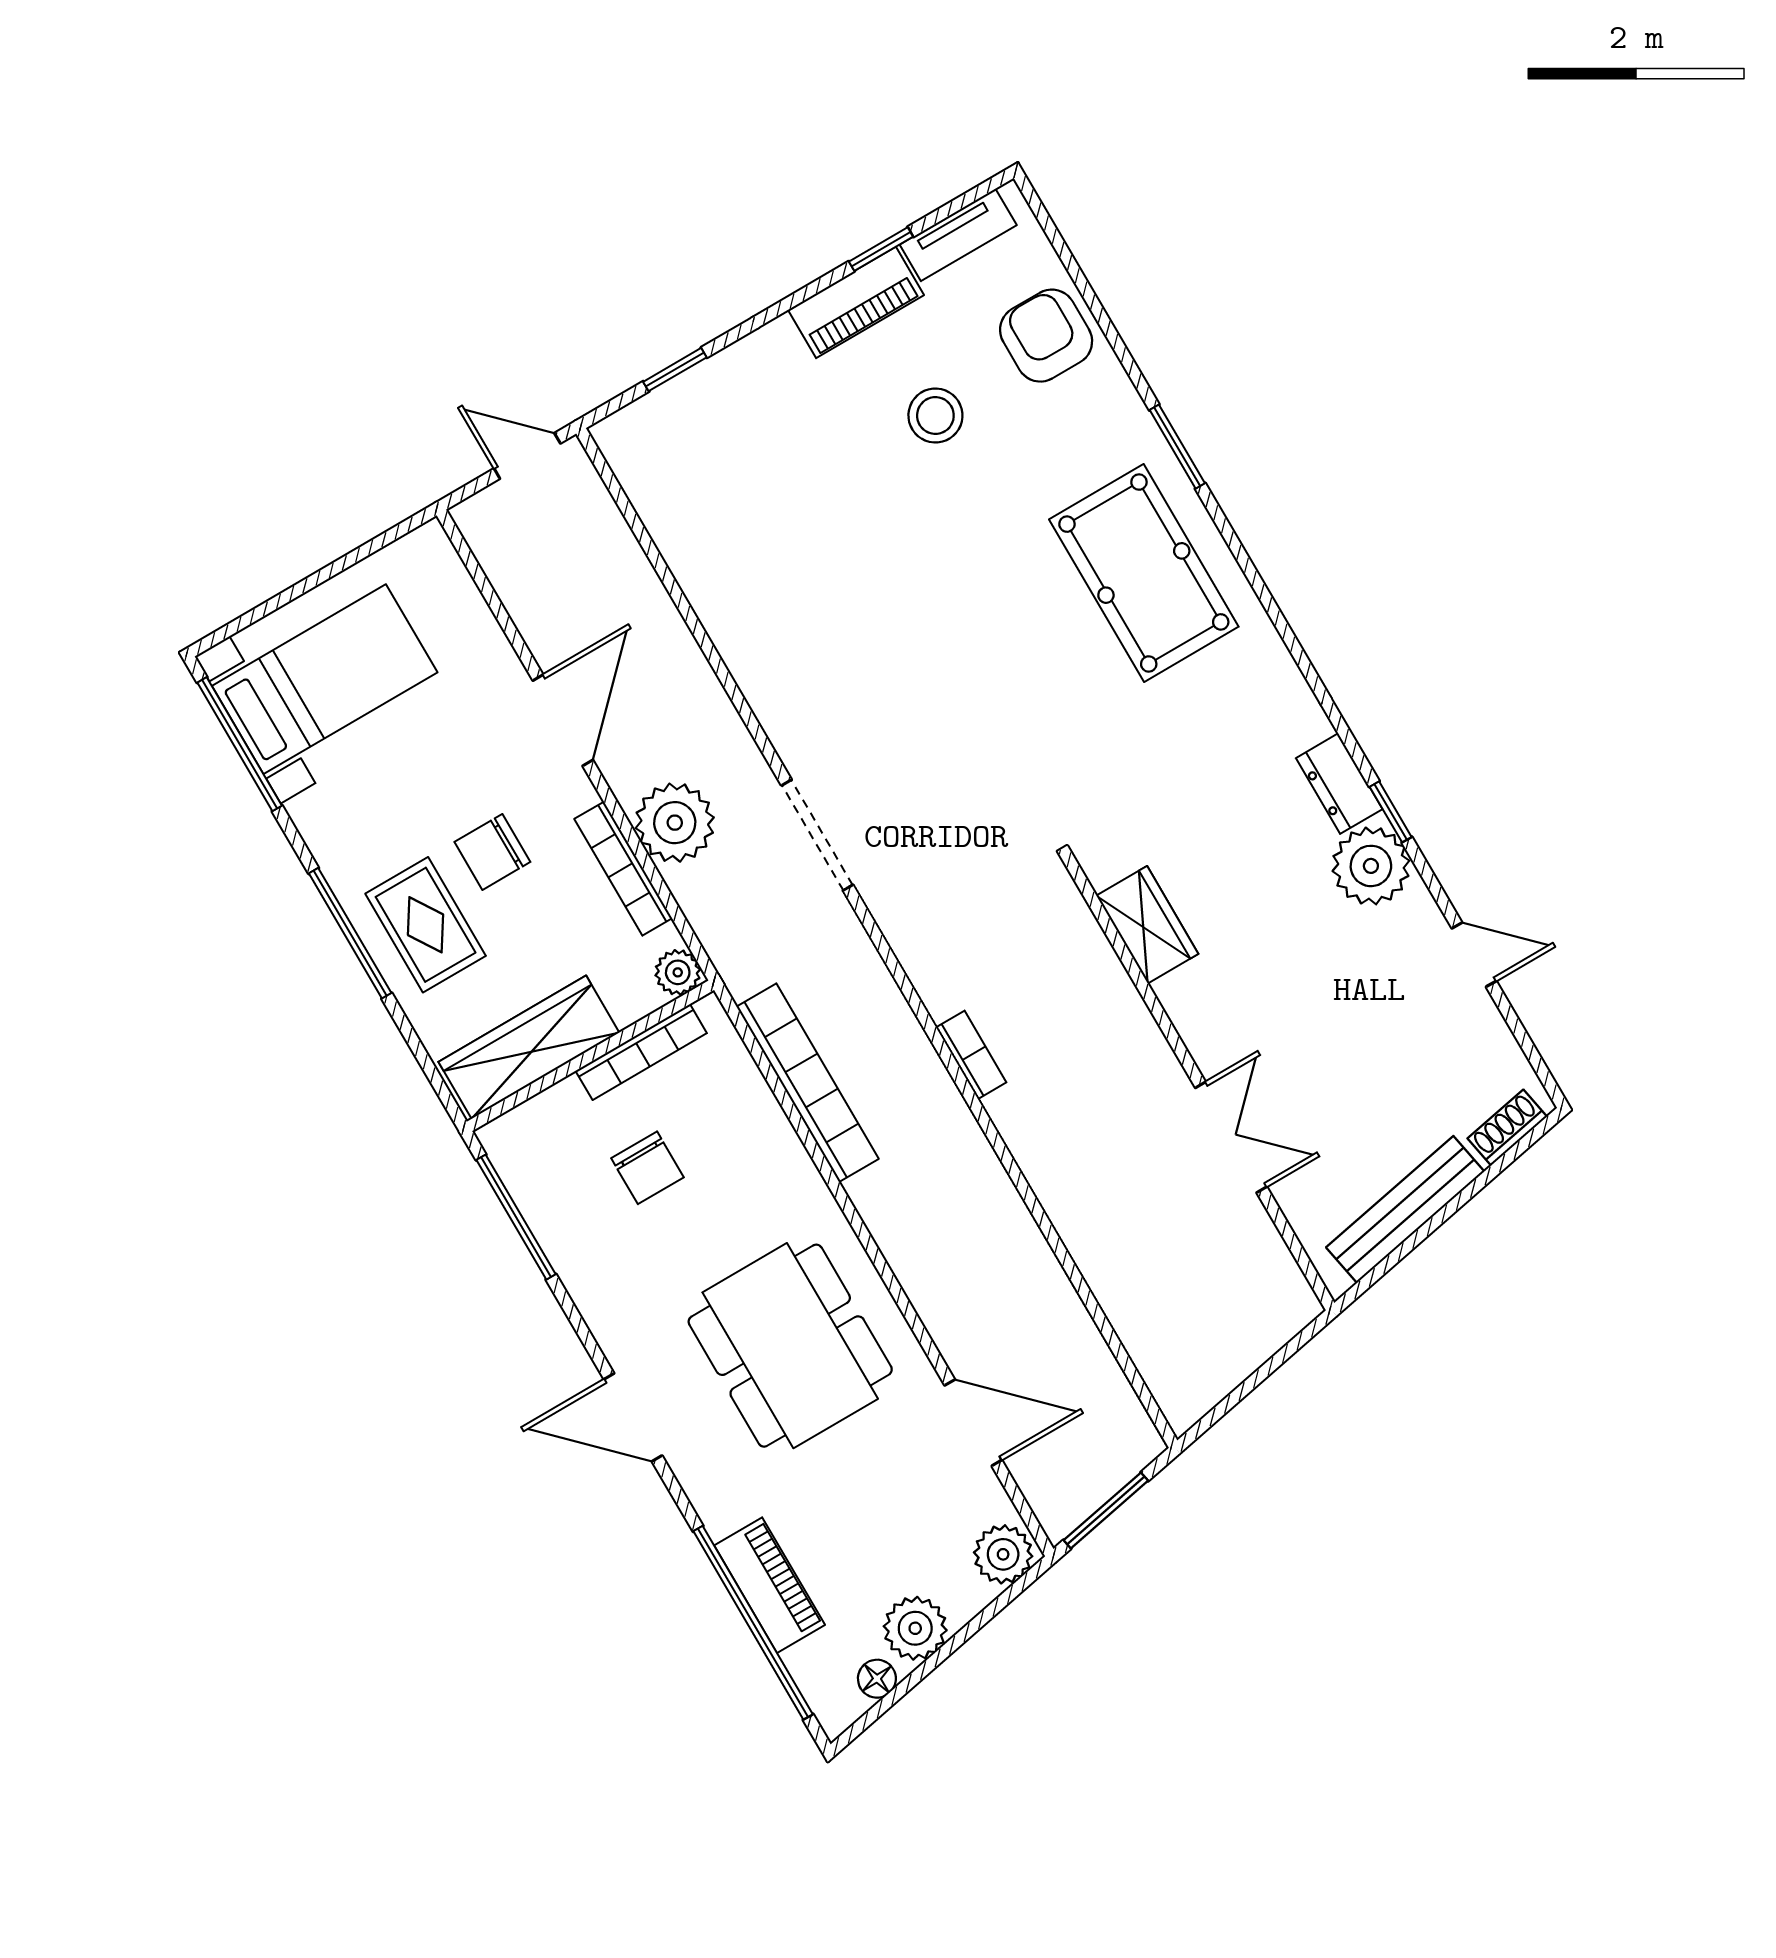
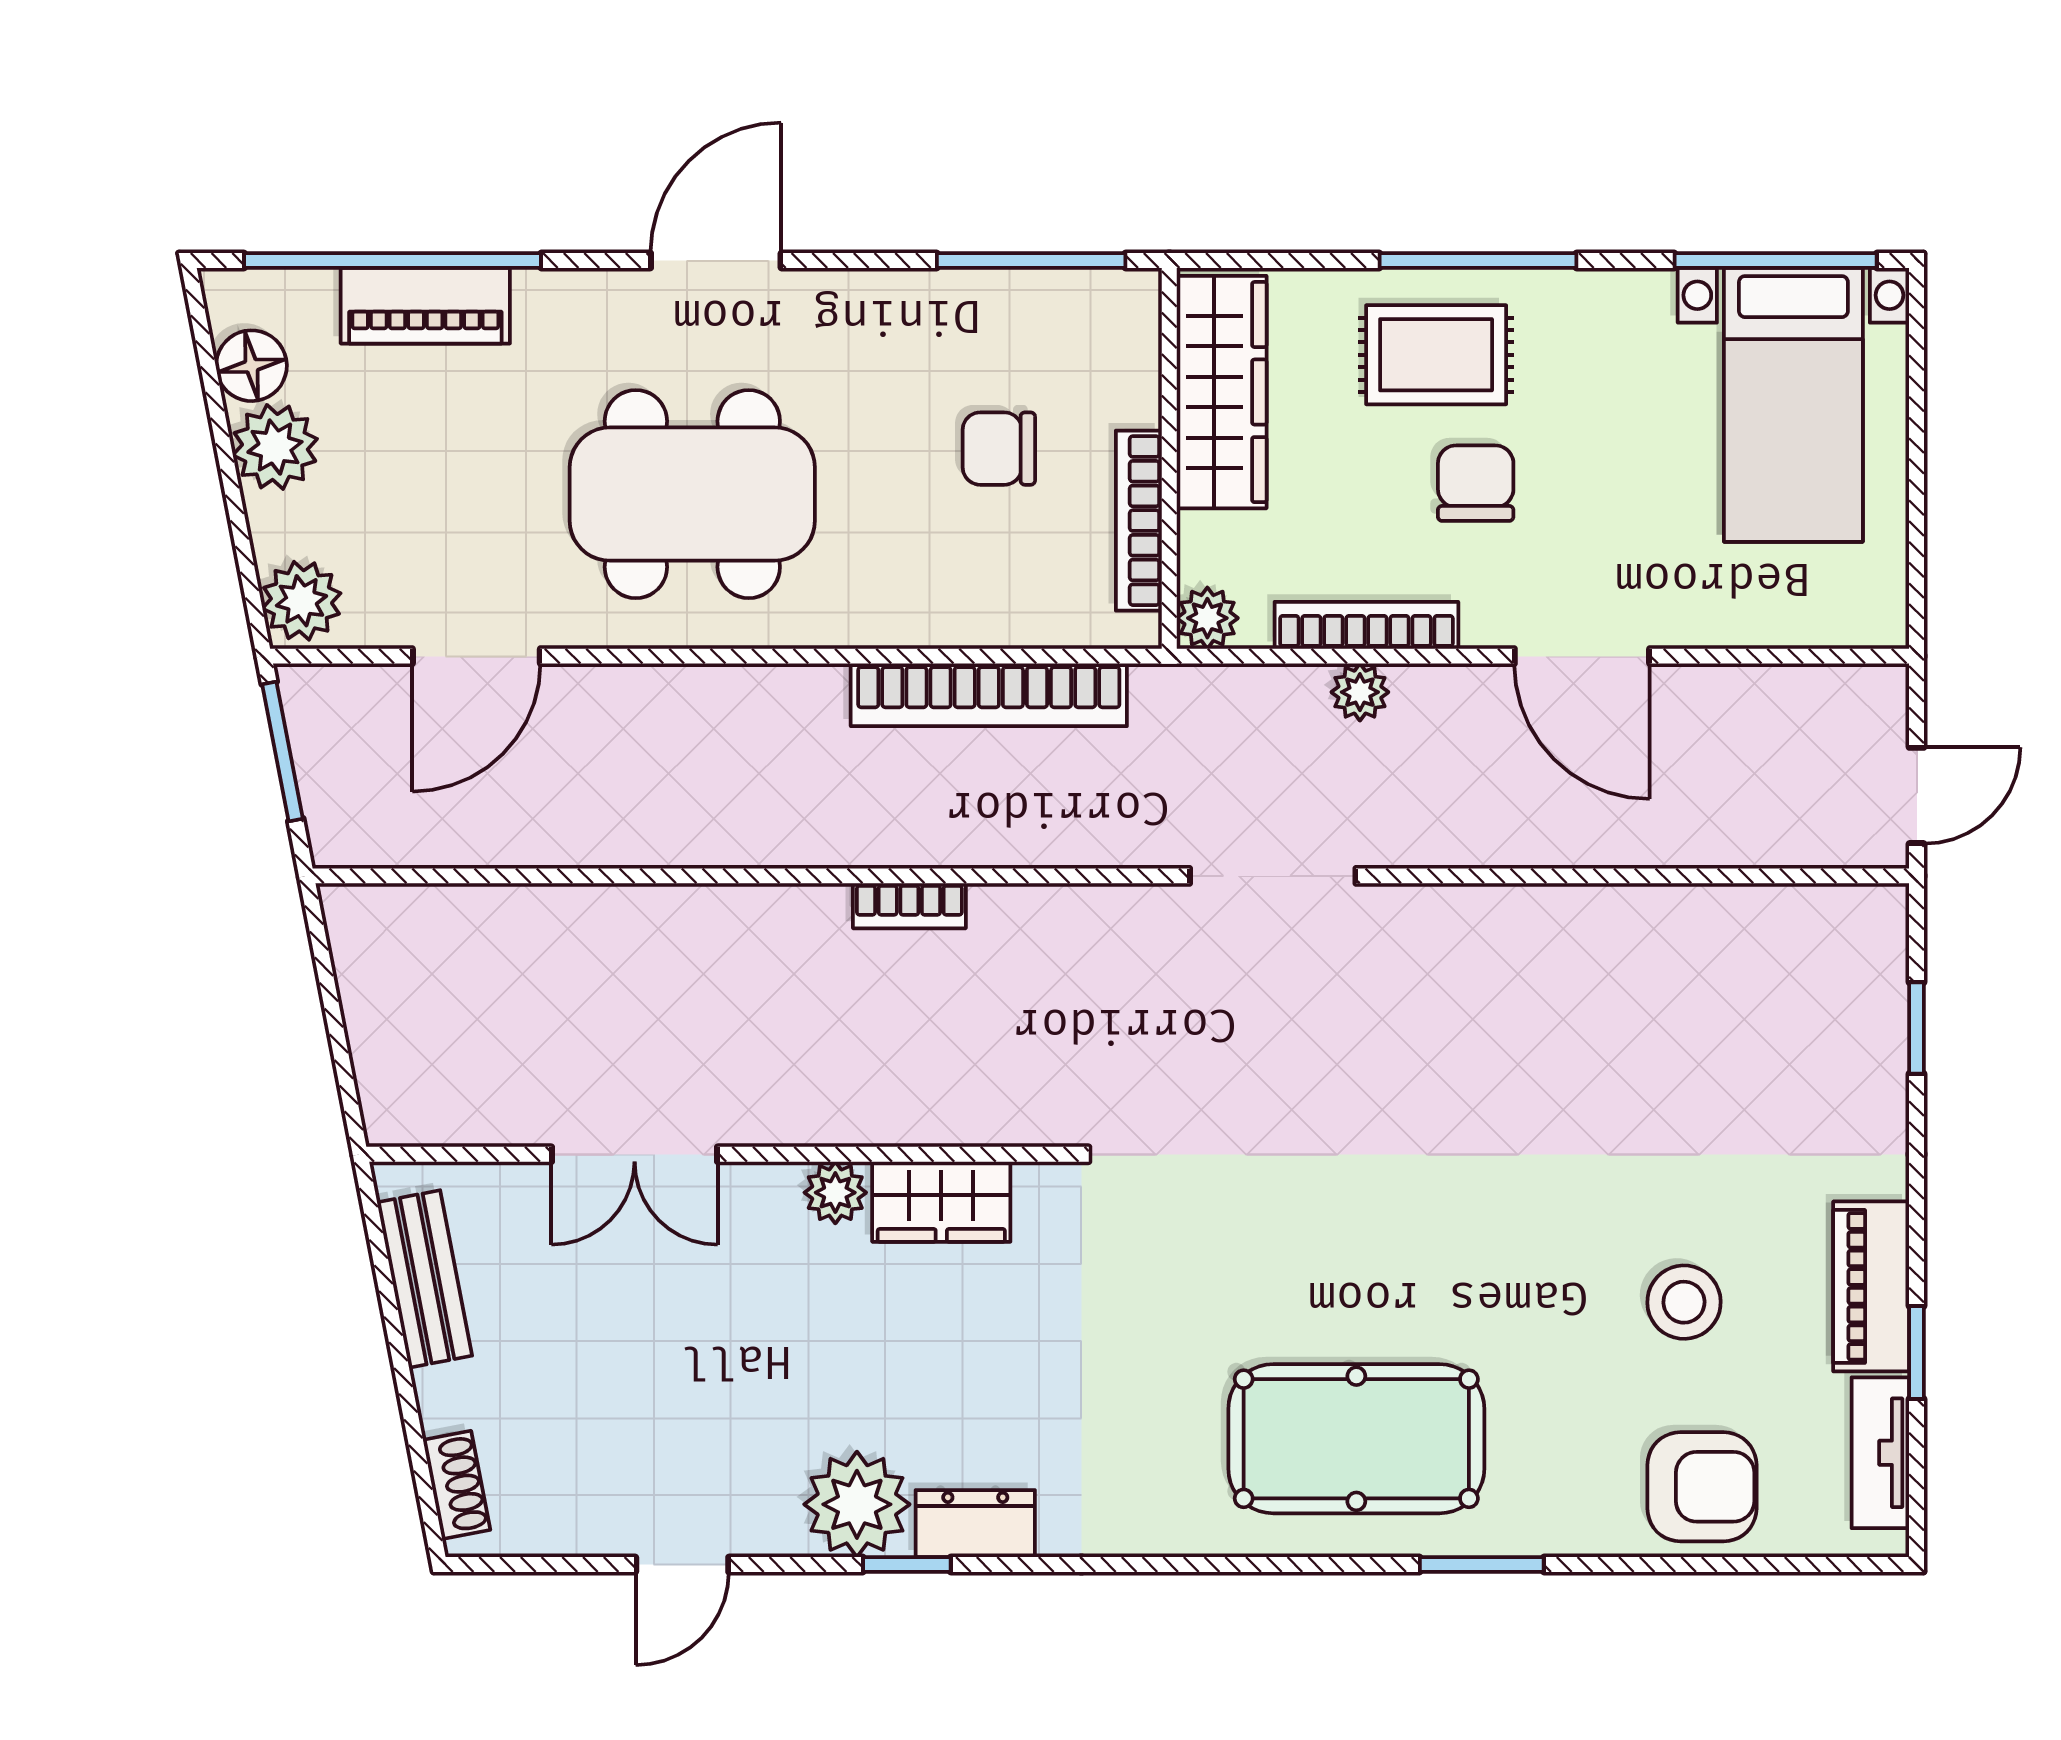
plant: (675, 823) -> (1360, 692), width x0.53, depth x0.53
plant: (1181, 995) -> (835, 1193), added
bench: (1405, 1209) -> (425, 1279), width x0.73
floor lamp: (877, 1679) -> (251, 366), width x1.37, depth x1.37

